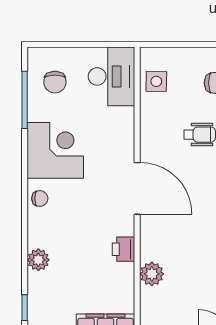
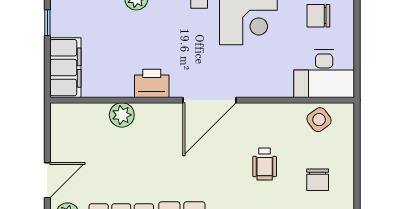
side table: (156, 81) -> (319, 120), turned -37
printer: (124, 249) -> (152, 83), width x1.36, depth x1.24

